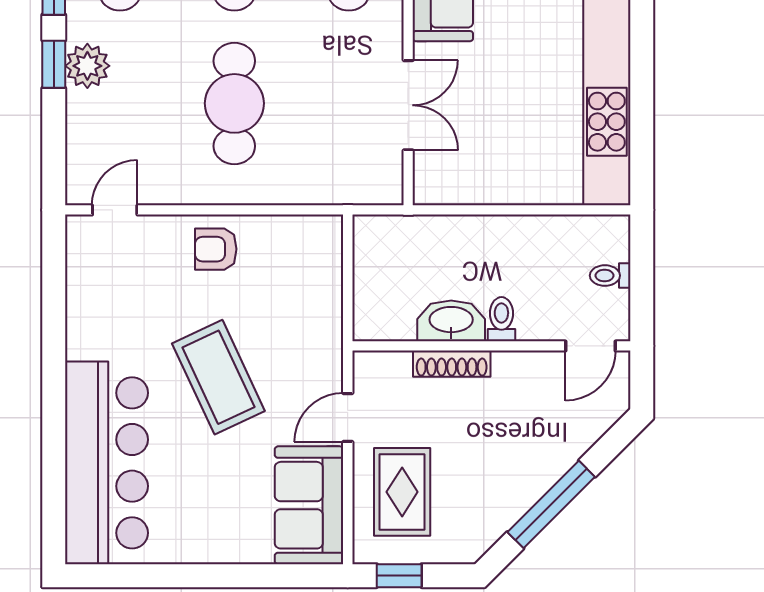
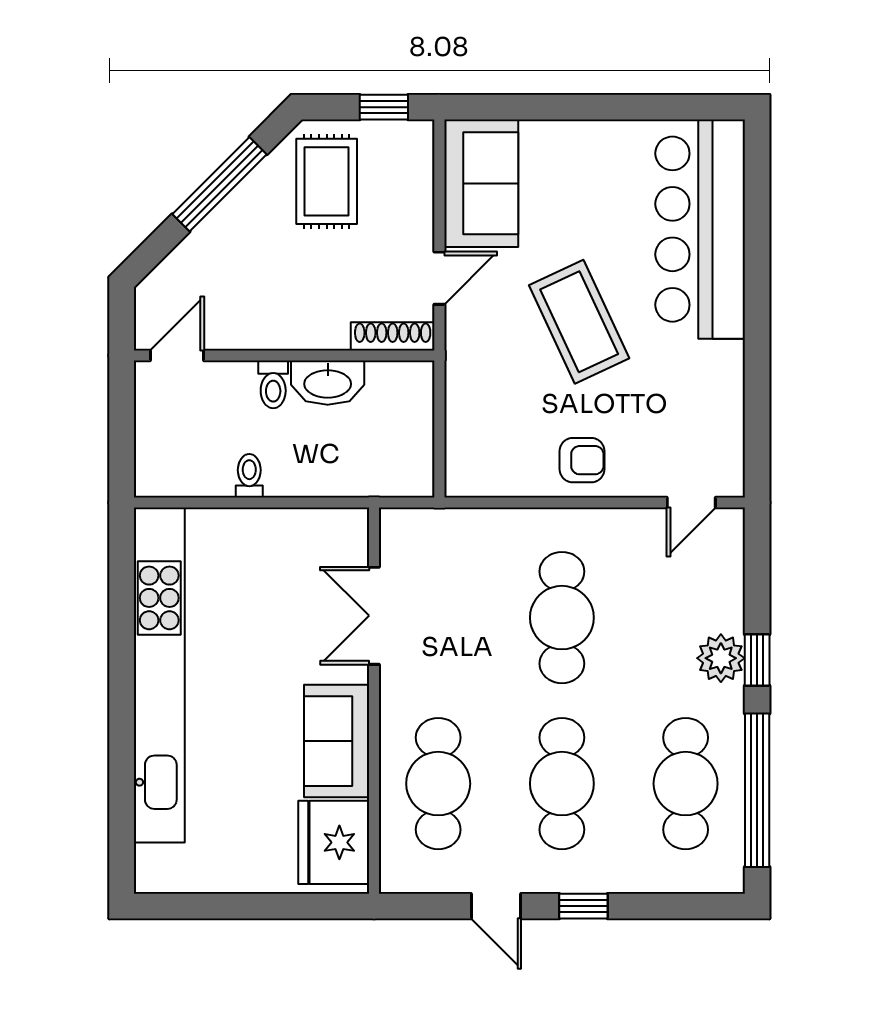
toilet: (610, 276) -> (249, 476), moved, turned -90
shoe rack: (452, 364) -> (393, 336), moved
rug: (402, 492) -> (327, 181), moved

